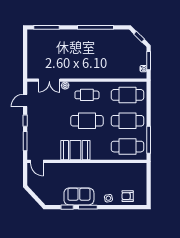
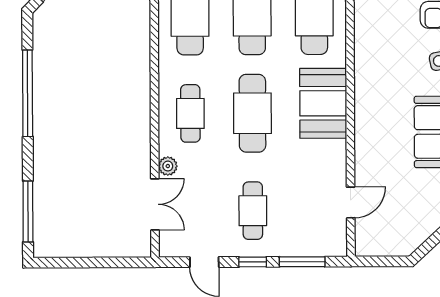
cafe table: (46, 121) -> (253, 211), added
booth: (75, 150) -> (323, 103), moved
door: (37, 161) -> (351, 202), moved

